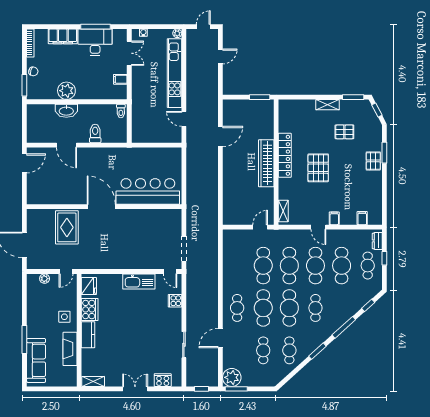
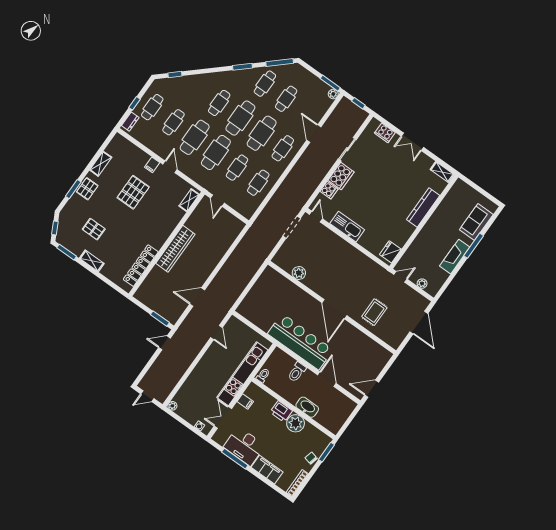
door: (220, 56) -> (164, 343), moved
kitchen unit: (175, 73) -> (242, 374), moved, turned 180
printer: (85, 92) -> (281, 411), added
window: (260, 97) -> (160, 319), moved
locker: (285, 155) -> (141, 266), moved
pallet: (318, 168) -> (133, 192), moved
shelving: (377, 189) -> (101, 164), added
bar counter: (148, 191) -> (300, 342), moved, turned 180
plant: (151, 215) -> (299, 273), added
filing cabinet: (362, 218) -> (129, 149), removed
rug: (67, 227) -> (374, 312), width x0.73, depth x0.70
door: (260, 227) -> (217, 201), hinge flipped
cafe table: (237, 266) -> (258, 183), added
cafe table: (263, 266) -> (237, 168), width x0.73, depth x0.74
cafe table: (342, 266) -> (173, 122), width x0.73, depth x0.74
cooker: (90, 309) -> (341, 176), moved, turned 180
side table: (64, 317) -> (428, 241), removed
window: (344, 327) -> (280, 62), moved
kitchen counter: (88, 335) -> (423, 208), width x1.50
door: (220, 338) -> (314, 134), swing flipped
fireplace: (70, 349) -> (455, 257), moved, turned 180
sofa: (36, 360) -> (476, 222), width x0.73
plant: (232, 377) -> (333, 94), width x0.53, depth x0.53

